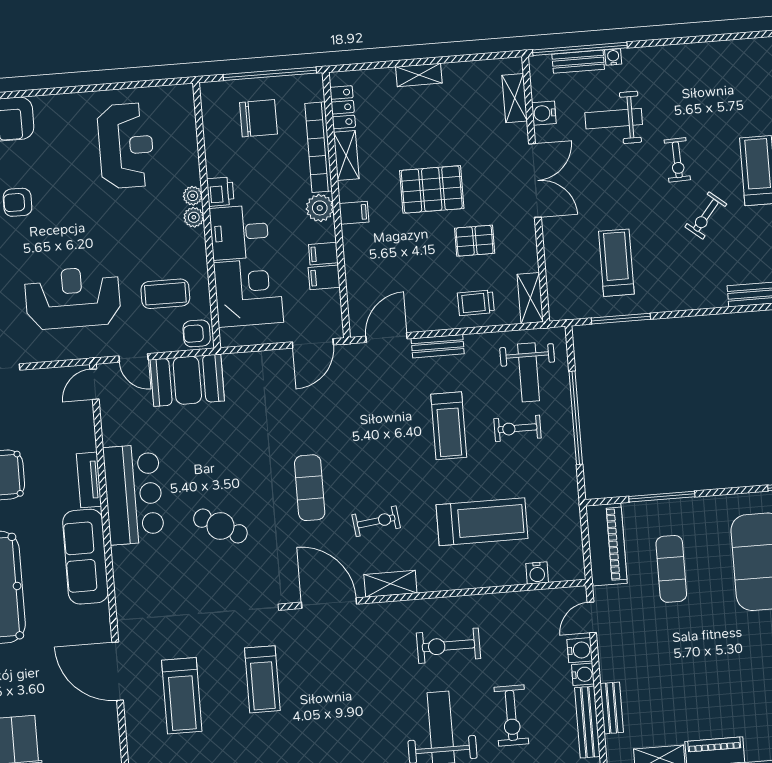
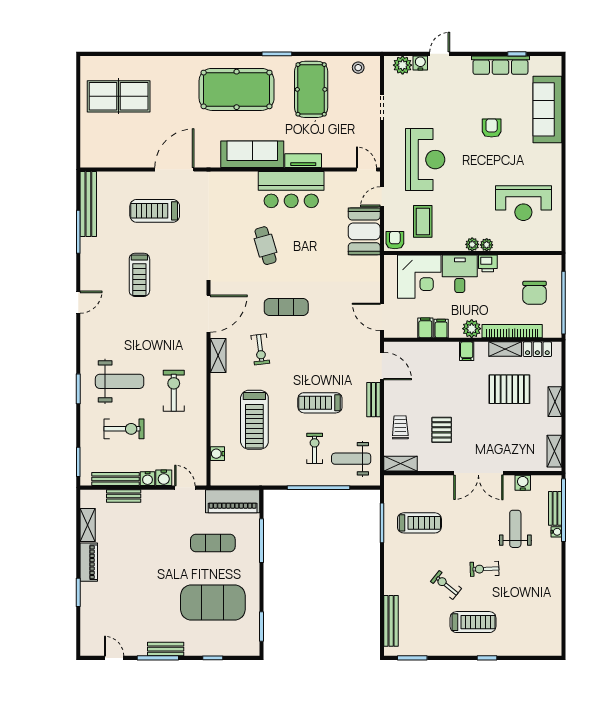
shelving: (515, 98) -> (554, 451), moved, turned 90
pallet: (432, 189) -> (509, 389), moved, turned 90
cafe table: (220, 526) -> (266, 246), turned -44
treadmill: (262, 679) -> (139, 275), moved, turned -90
exercise bike: (511, 715) -> (124, 429), turned 180

